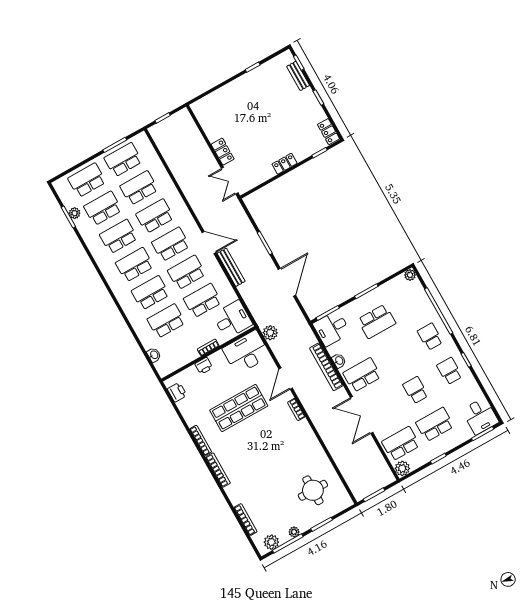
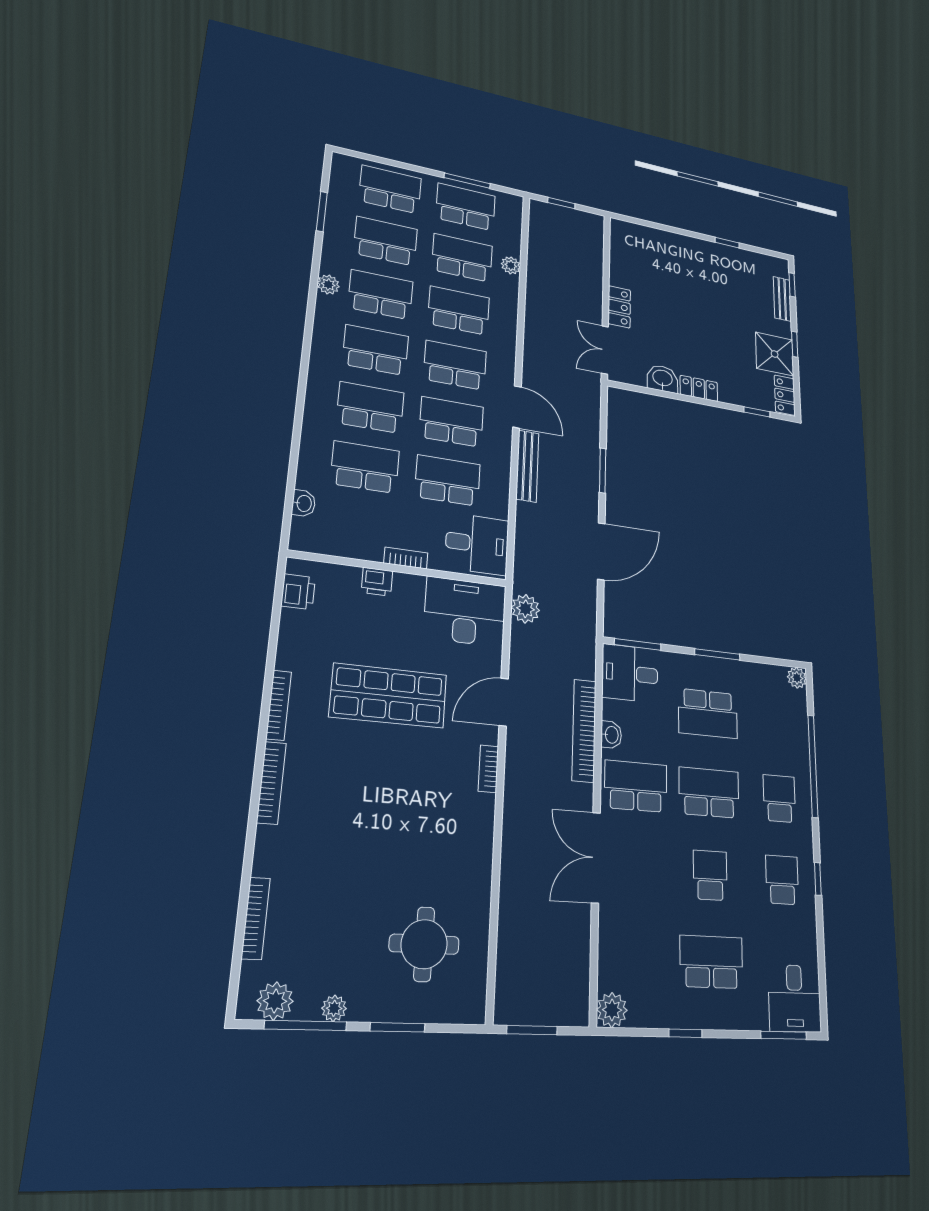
shower: (311, 112) -> (775, 354), added
plant: (162, 173) -> (511, 265), added
washbasin: (265, 173) -> (663, 379), added
plant: (75, 213) -> (328, 285), moved
school desk: (401, 444) -> (709, 793), moved

